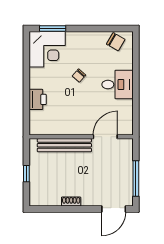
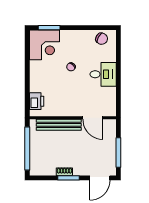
printer: (38, 99) -> (37, 101), moved
door: (105, 137) -> (93, 118), swing flipped
window: (26, 174) -> (27, 148), width x3.17
window: (76, 209) -> (69, 178), added

